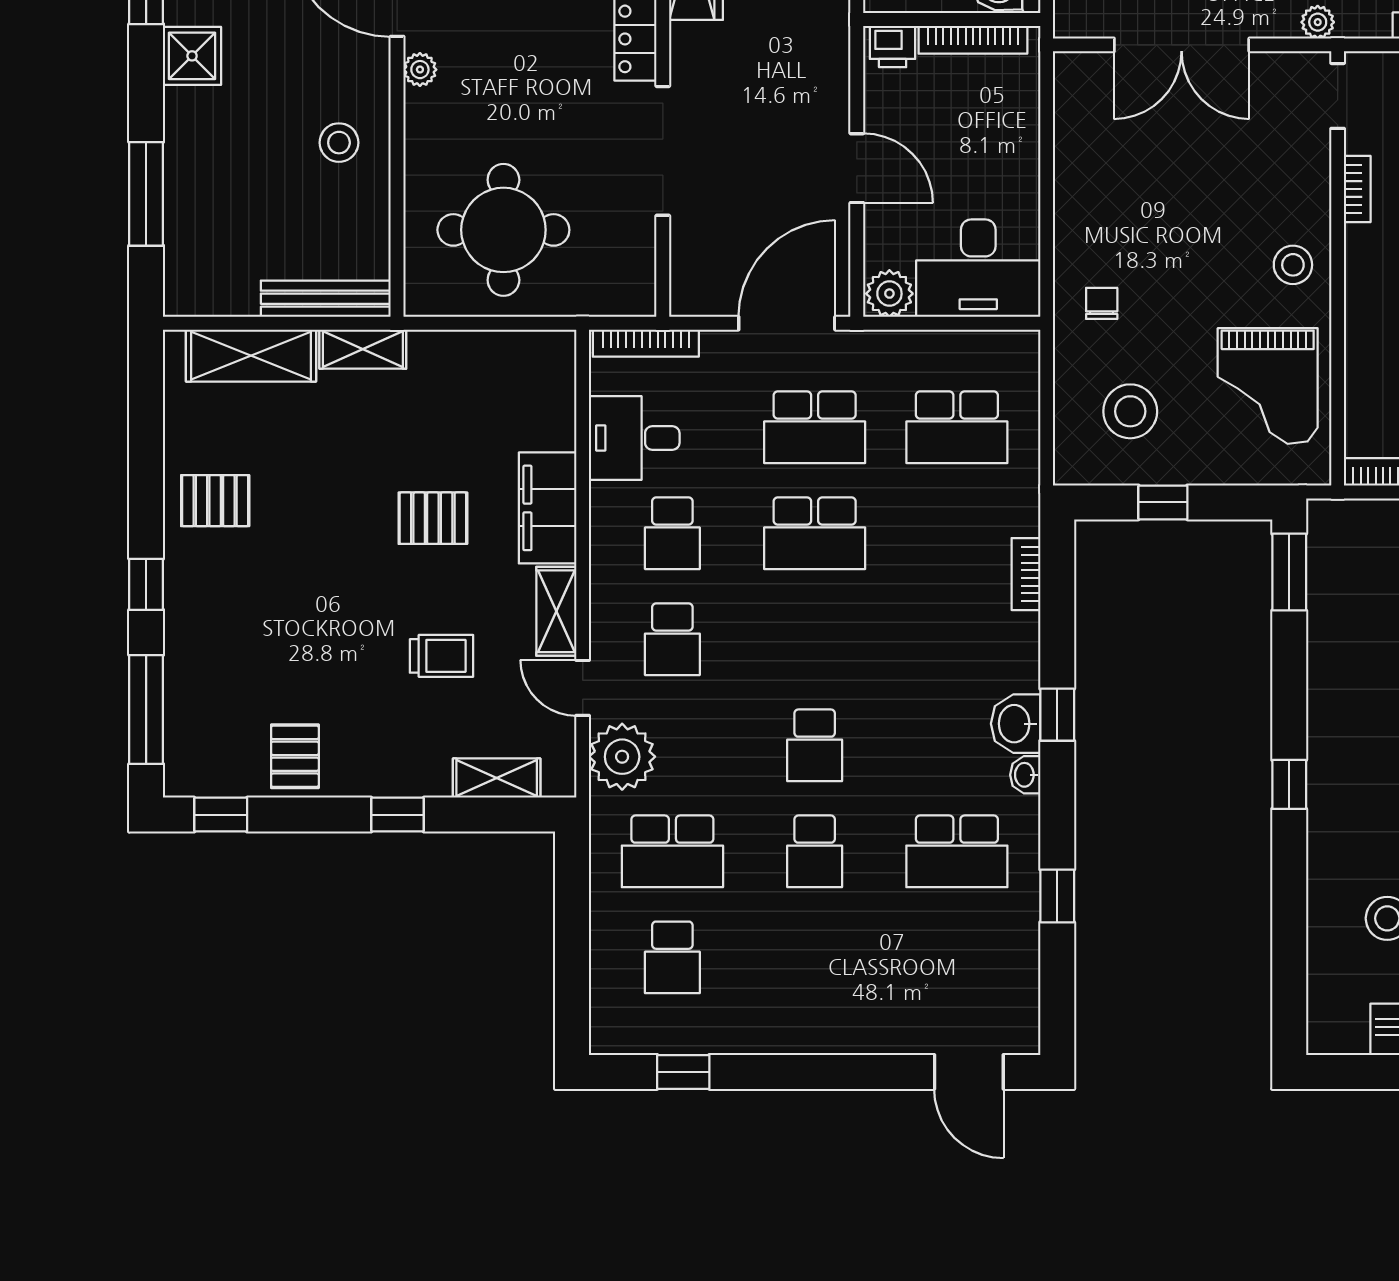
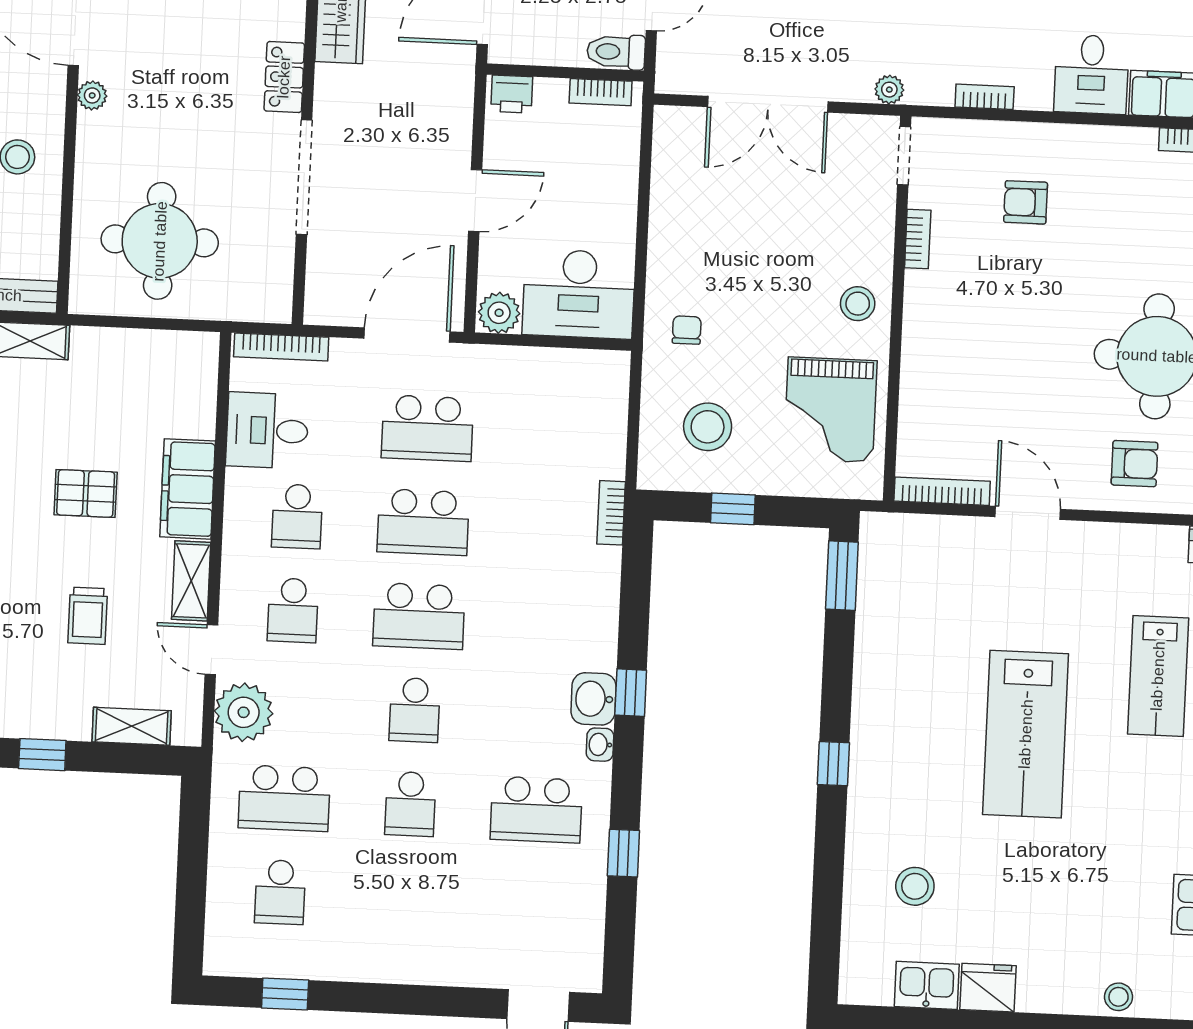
bookcase: (973, 40) -> (601, 92), width x0.64
door: (857, 168) -> (475, 200), hinge flipped
school desk: (957, 427) -> (419, 616), moved
bookcase: (1026, 574) -> (611, 513), moved
trolley: (441, 656) -> (88, 616), turned 90

